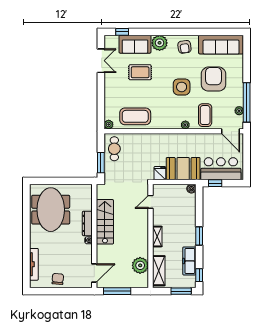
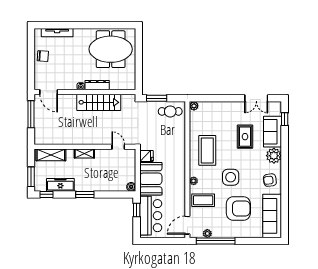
coffee table: (135, 116) -> (207, 150), moved
plant: (140, 265) -> (56, 137), removed

